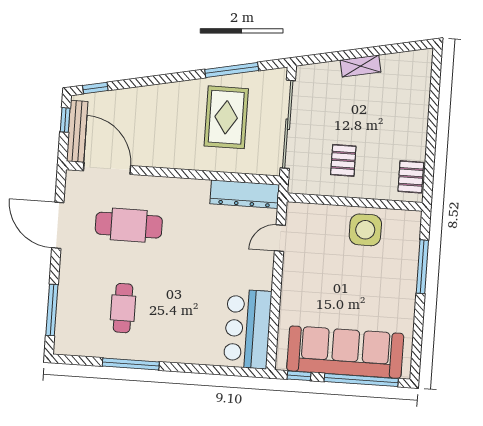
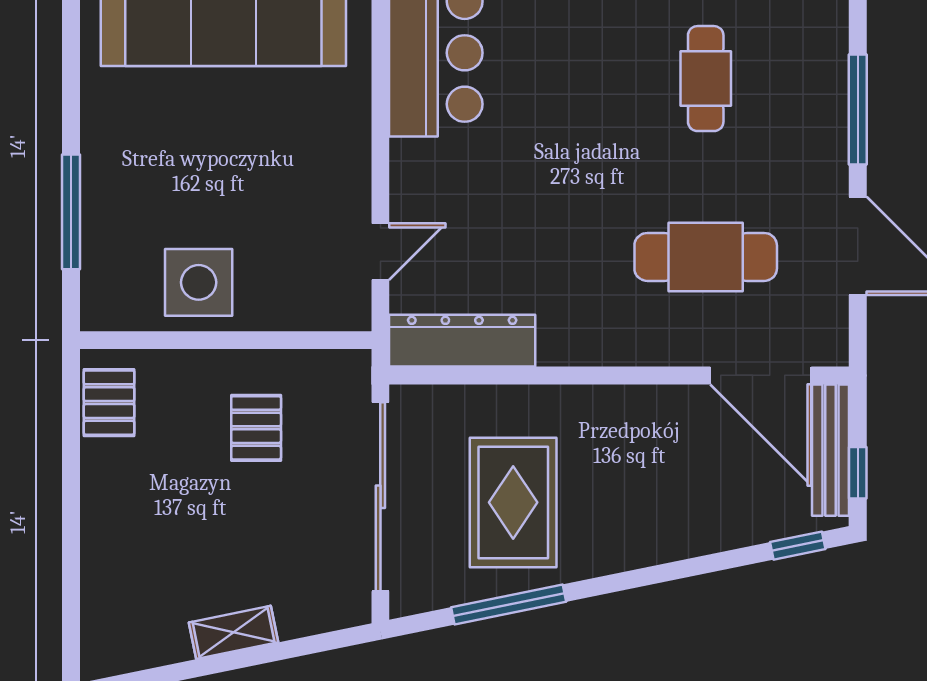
window: (52, 310) -> (858, 109), moved

